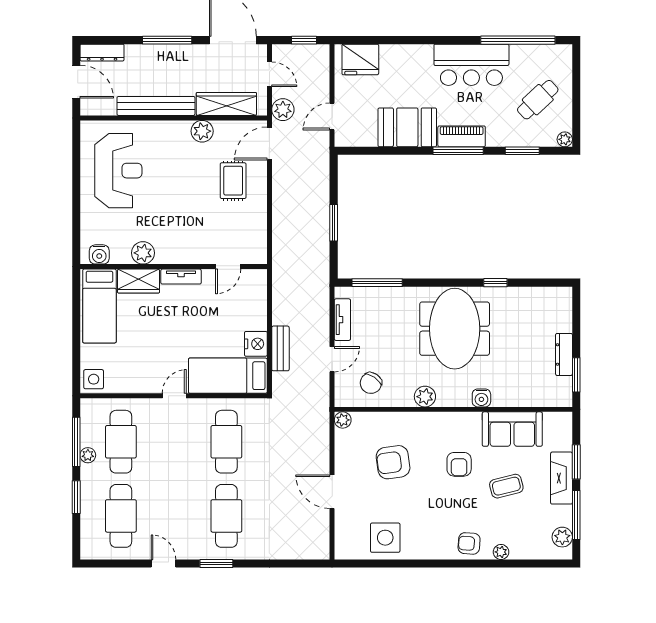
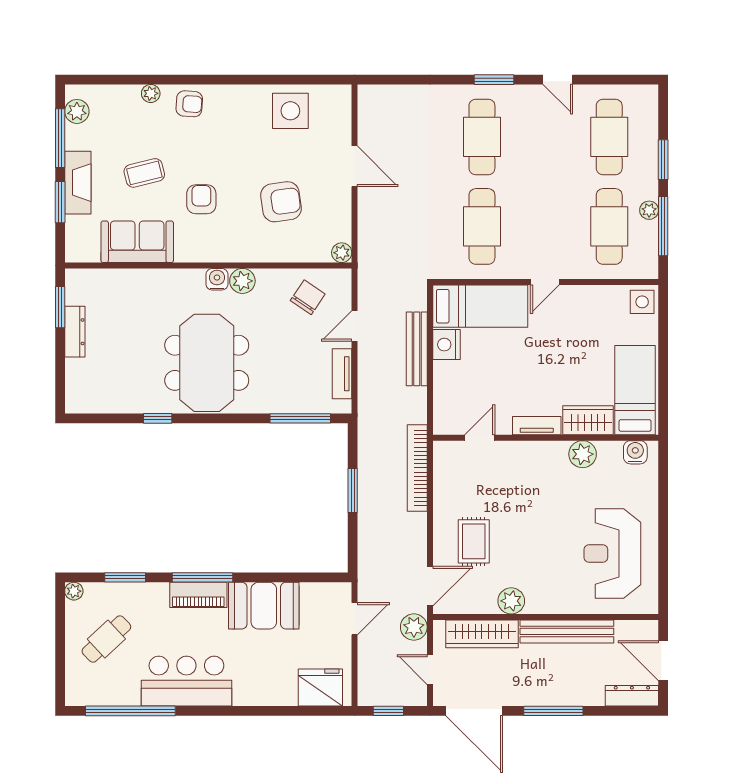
bookcase: (280, 242) -> (417, 468), added
bench: (280, 348) -> (417, 349), width x1.36
water cooler: (481, 398) -> (217, 279), moved

